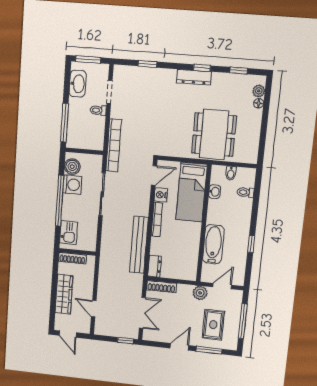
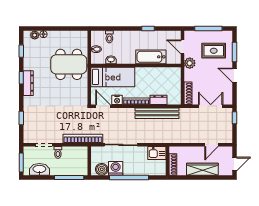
kitchen sink: (69, 233) -> (157, 153), moved, turned 180
dresser: (155, 266) -> (158, 100), moved

